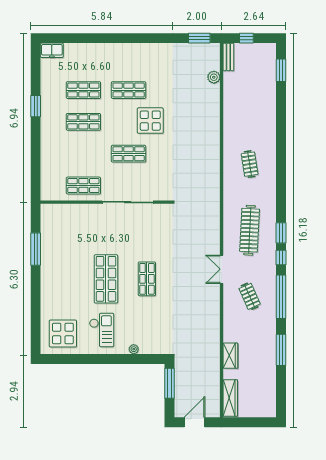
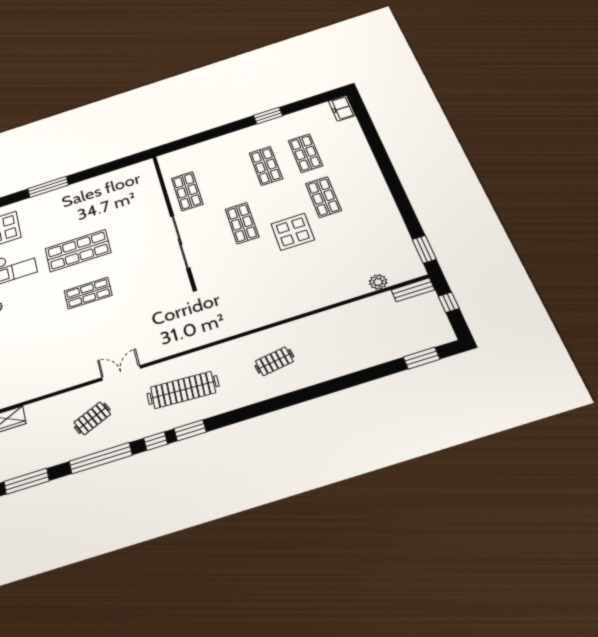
window: (36, 249) -> (48, 187), moved

